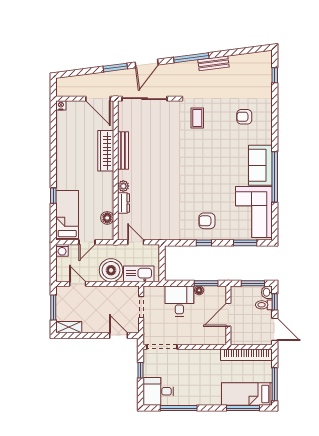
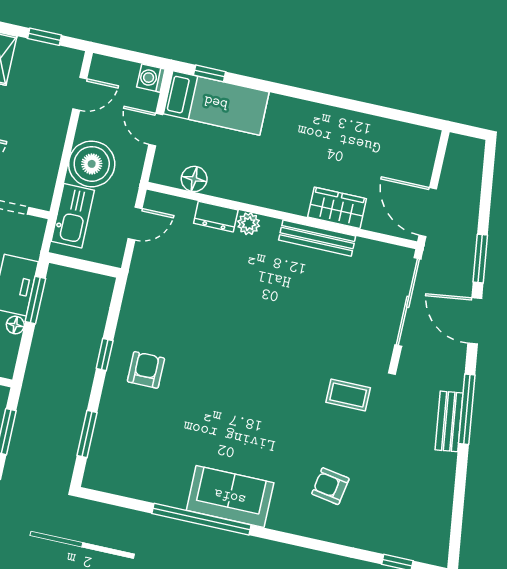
bench: (213, 63) -> (449, 421), moved
door: (98, 99) -> (428, 212), hinge flipped
nightstand: (61, 105) -> (431, 138), removed
armchair: (244, 117) -> (330, 486), turned -80
wardrobe: (106, 151) -> (337, 208), width x0.67
window: (53, 196) -> (210, 73), moved
corner sofa: (254, 212) -> (143, 464), removed
window: (206, 283) -> (35, 300), moved
window: (53, 308) -> (44, 37), width x0.67

